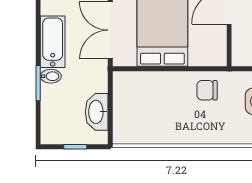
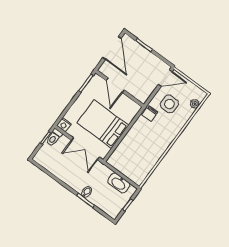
bathtub: (53, 42) -> (71, 179), removed
chair: (207, 90) -> (150, 114), moved

